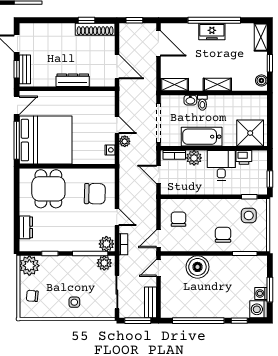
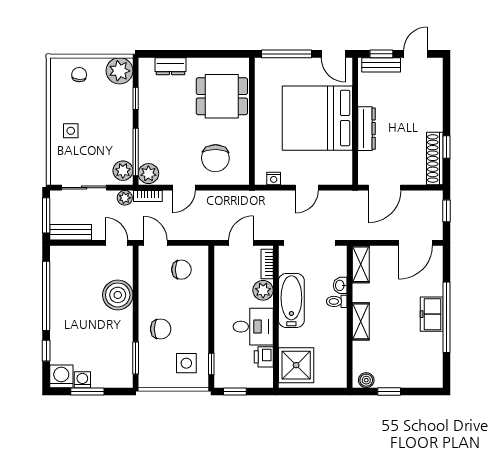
shelving: (261, 37) -> (424, 379), removed
bed: (46, 140) -> (317, 118), moved, turned 90
plant: (125, 141) -> (125, 198), moved

